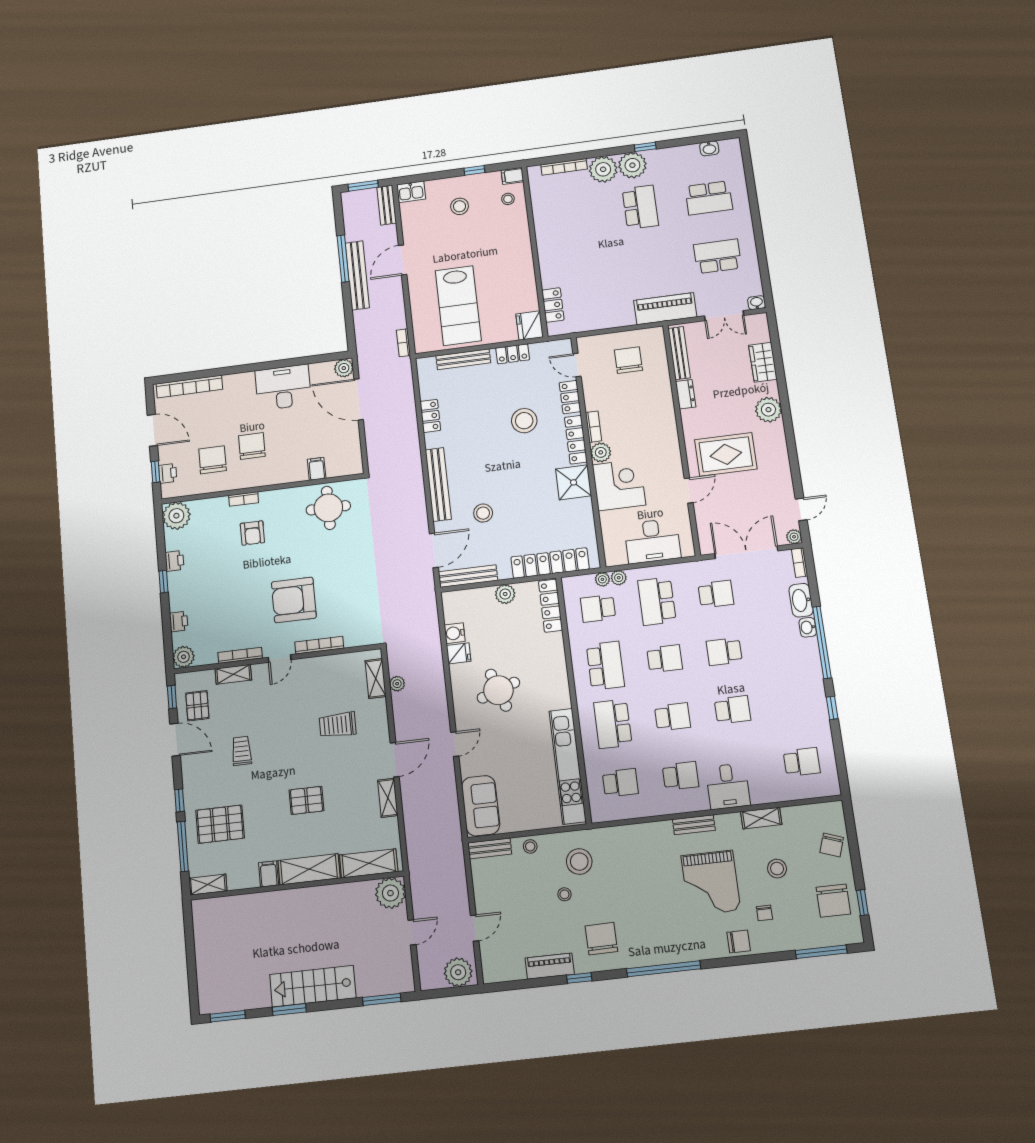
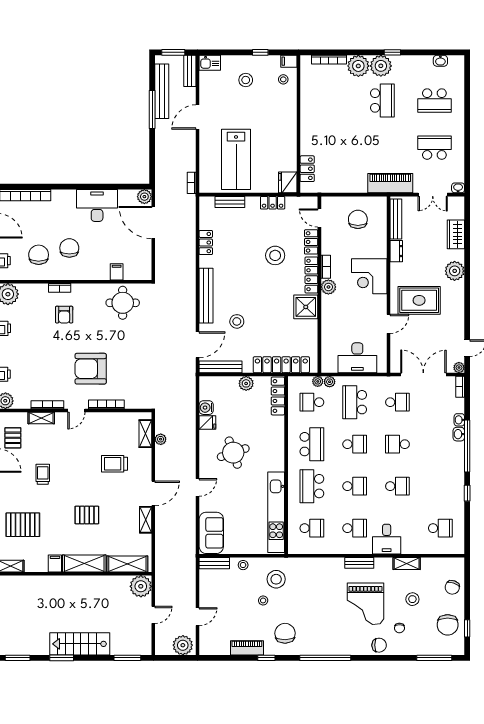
bench: (357, 275) -> (162, 91), moved
bench: (463, 359) -> (230, 202), width x0.73
corner desk: (619, 485) -> (369, 276), moved, turned 180
washbasin: (801, 600) -> (459, 420), width x0.52, depth x0.69

